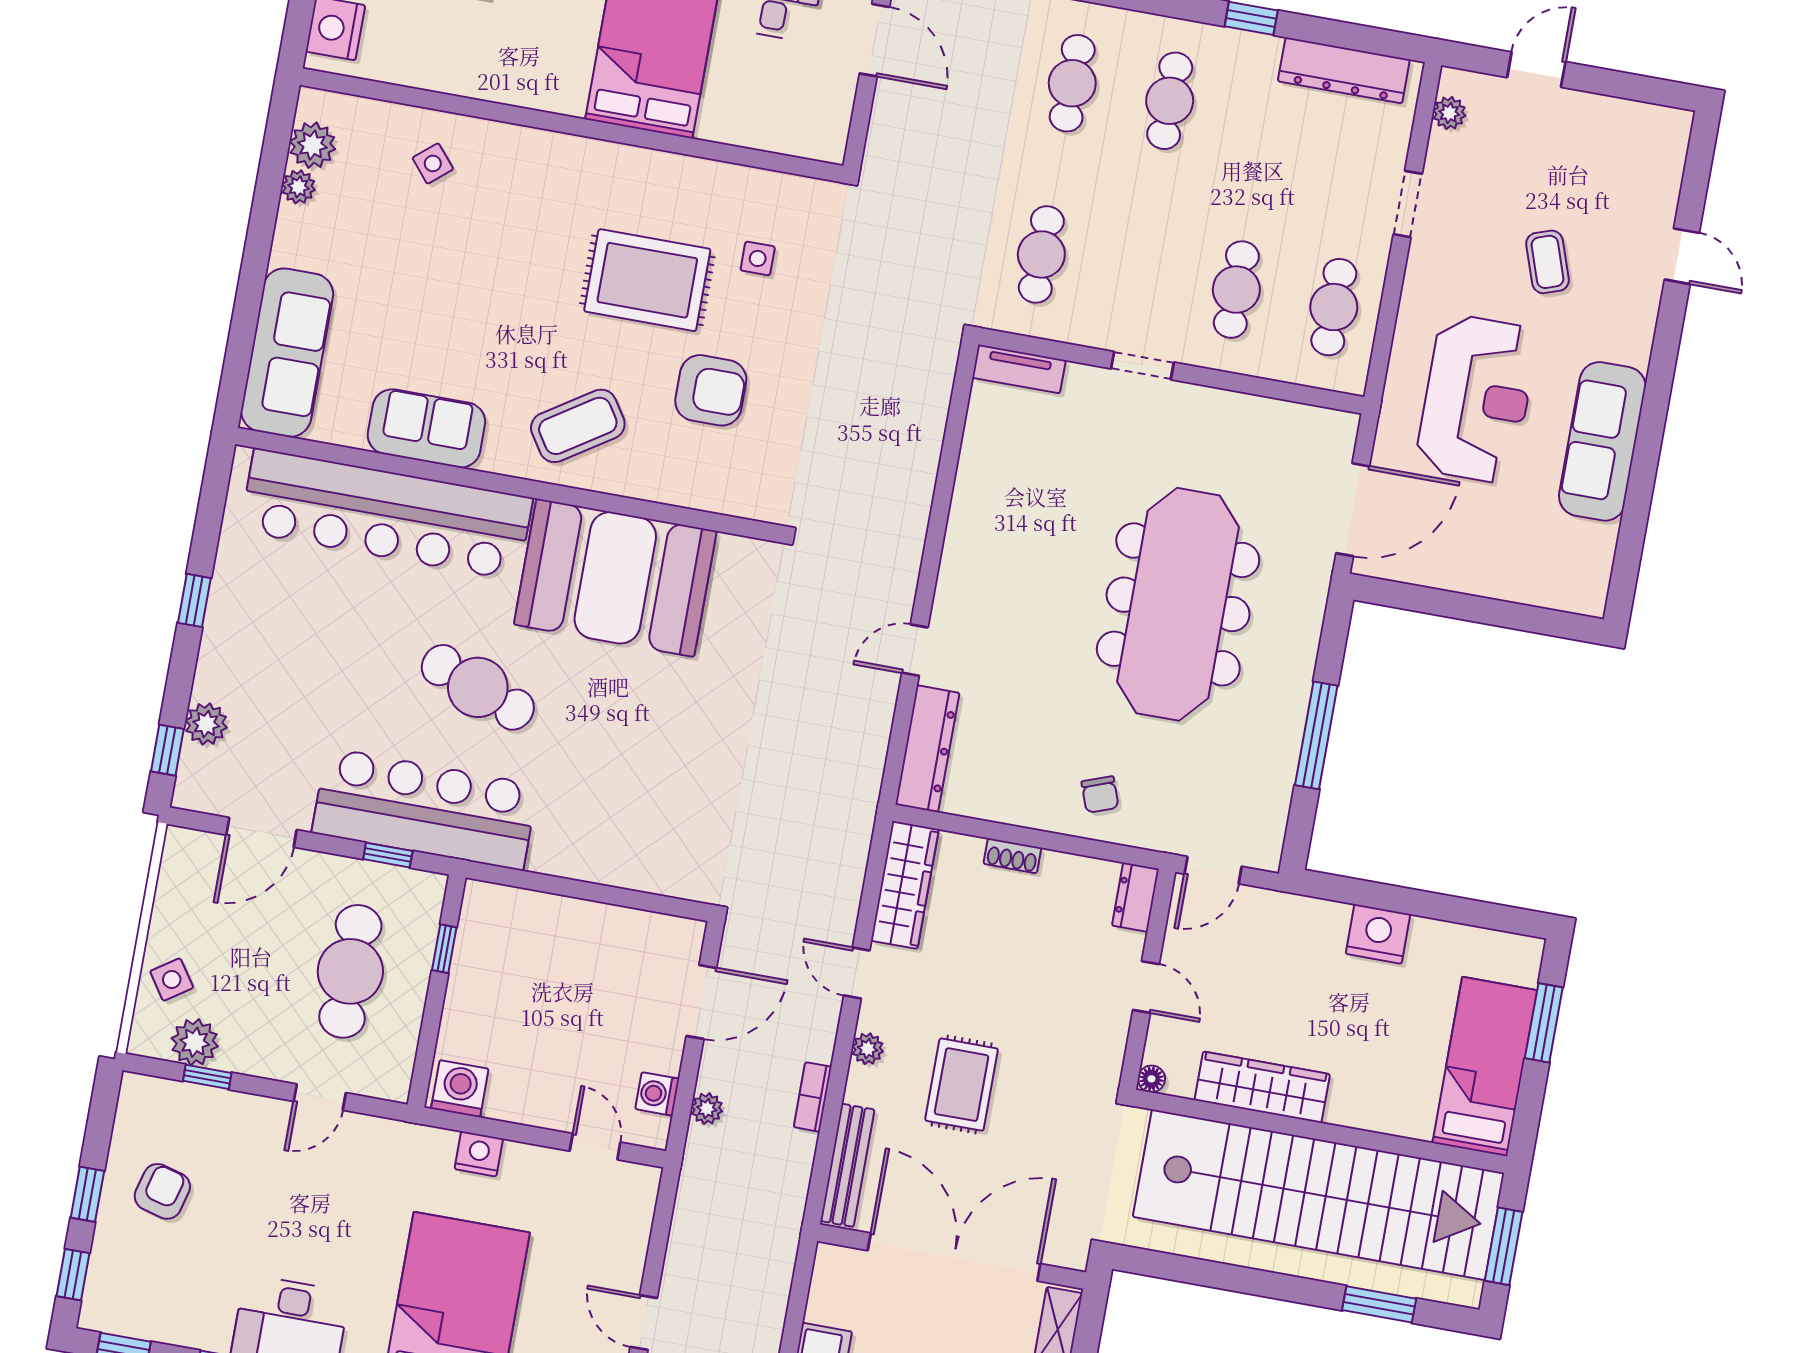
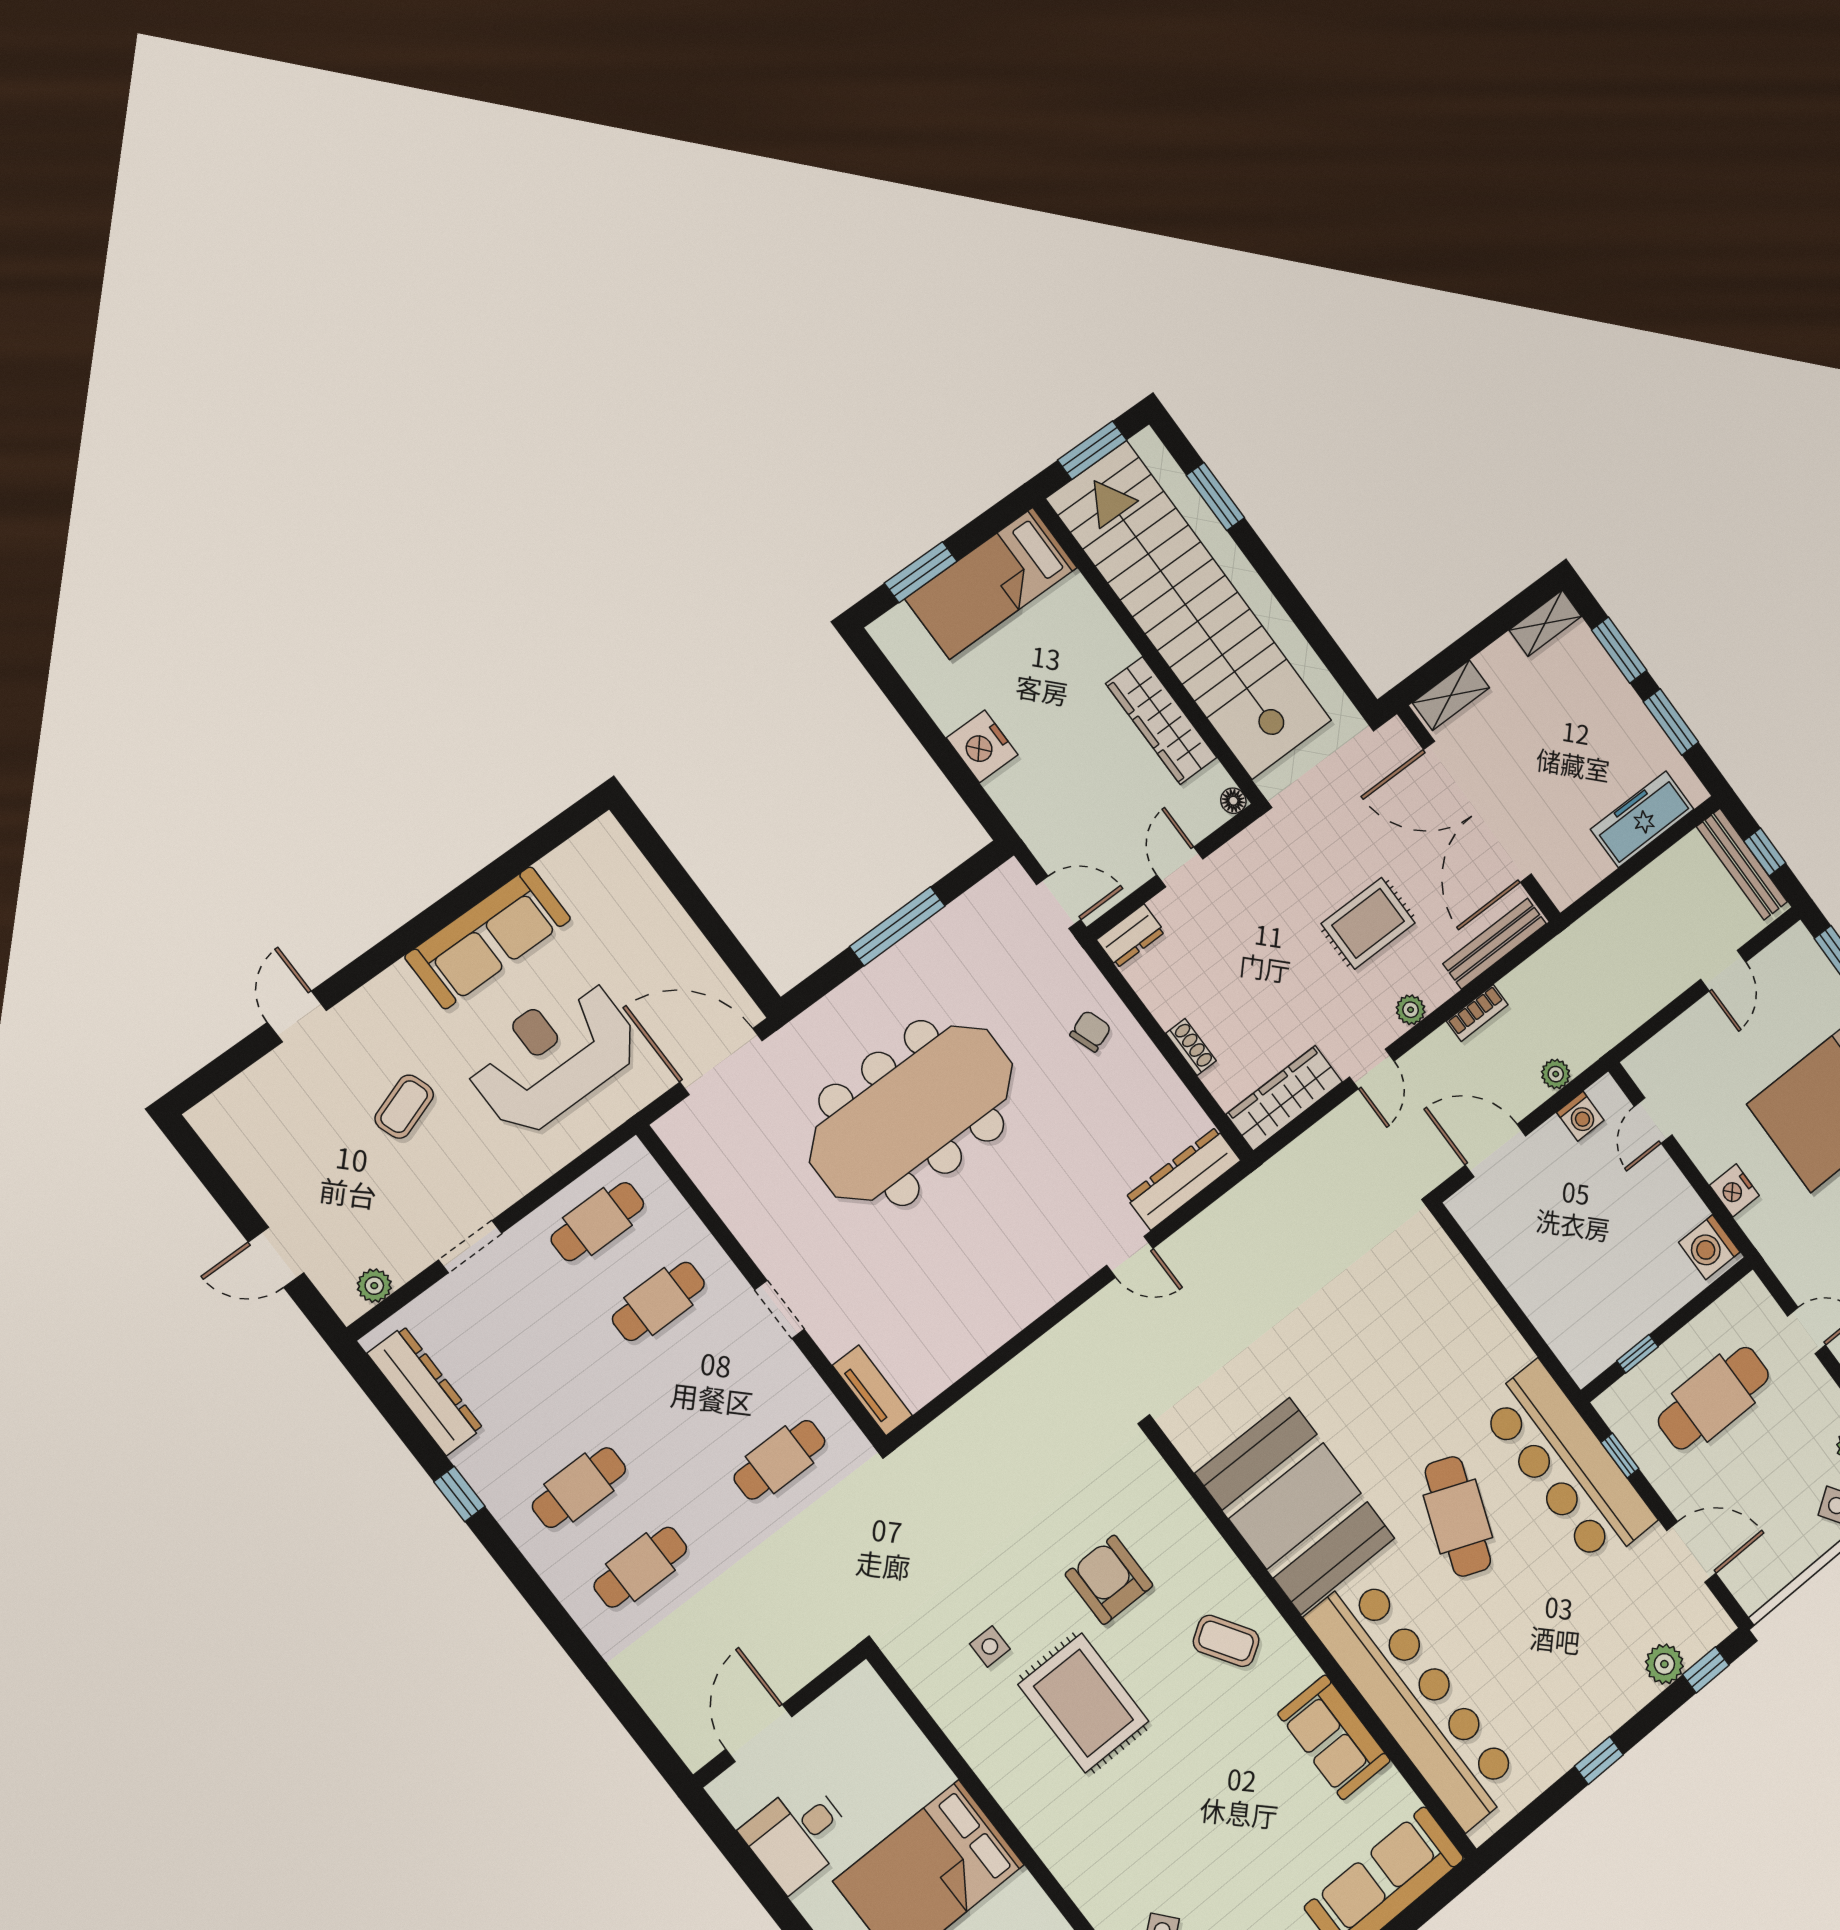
coffee table: (578, 426) -> (1226, 1641), width x0.73, depth x0.77

